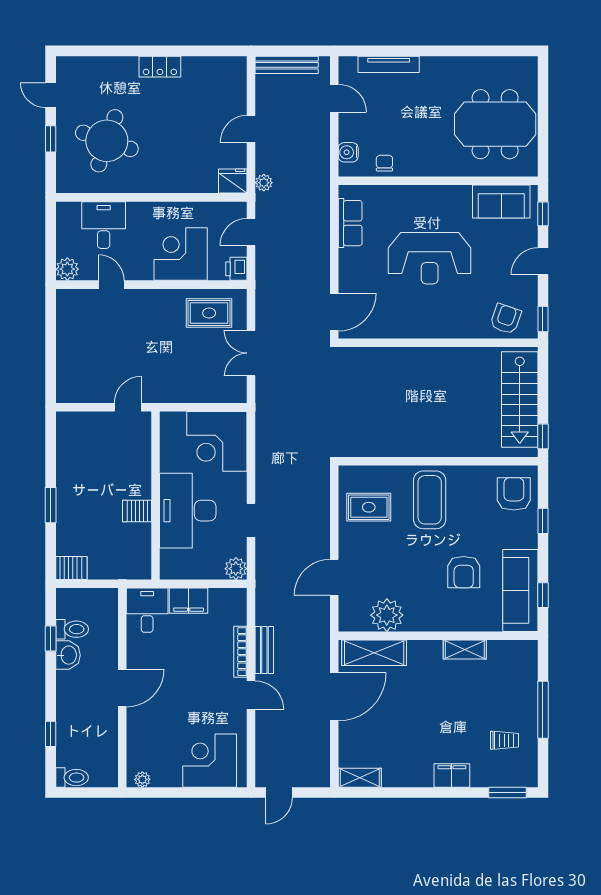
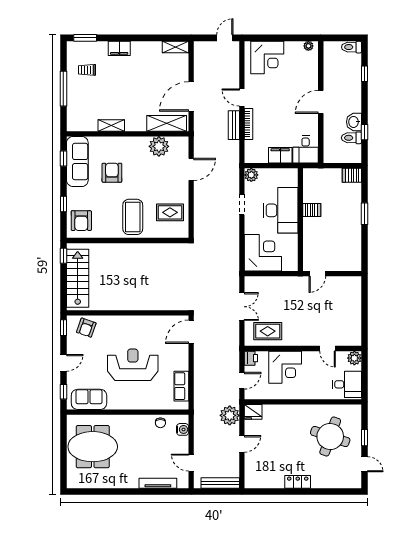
plant: (264, 183) -> (230, 415), width x1.88, depth x1.88
desk: (104, 225) -> (347, 384), moved, turned -90

